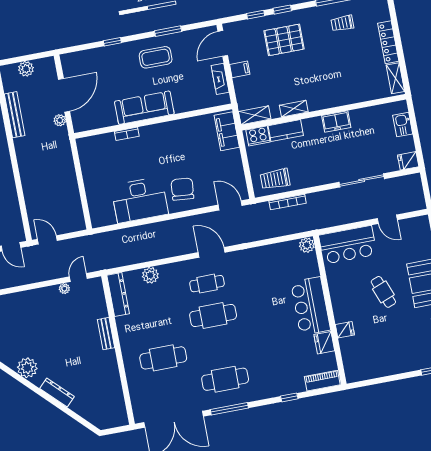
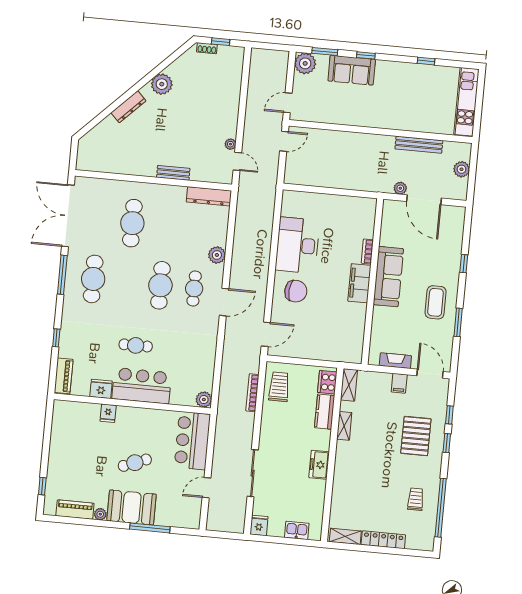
filing cabinet: (227, 131) -> (359, 283), moved, turned -90
plant: (150, 275) -> (217, 255), moved
cafe table: (275, 322) -> (136, 345), added

